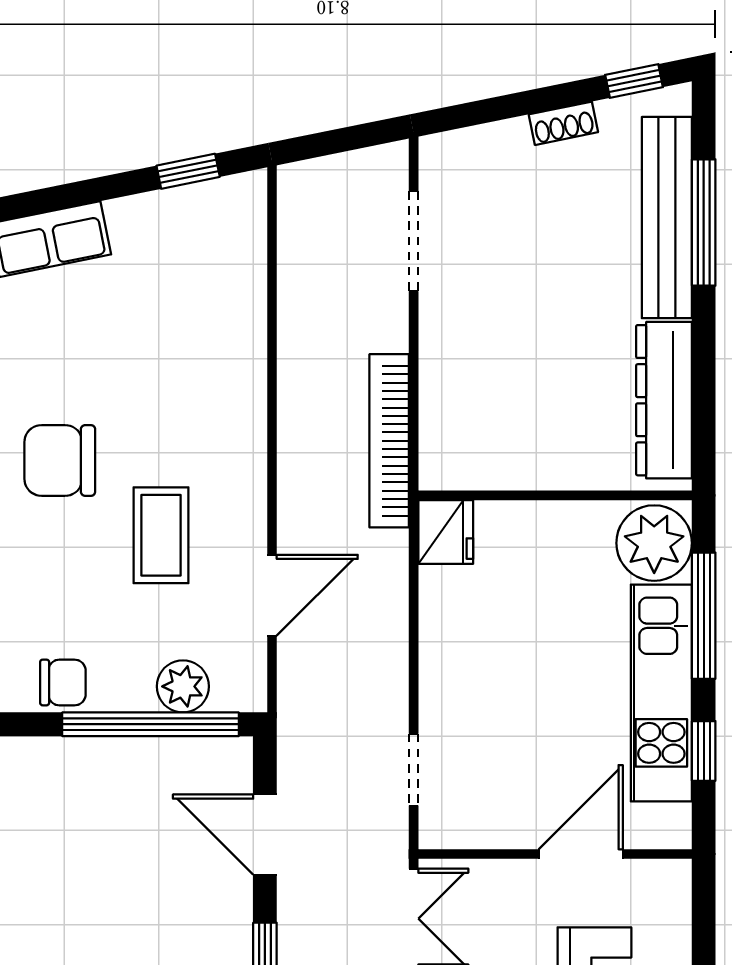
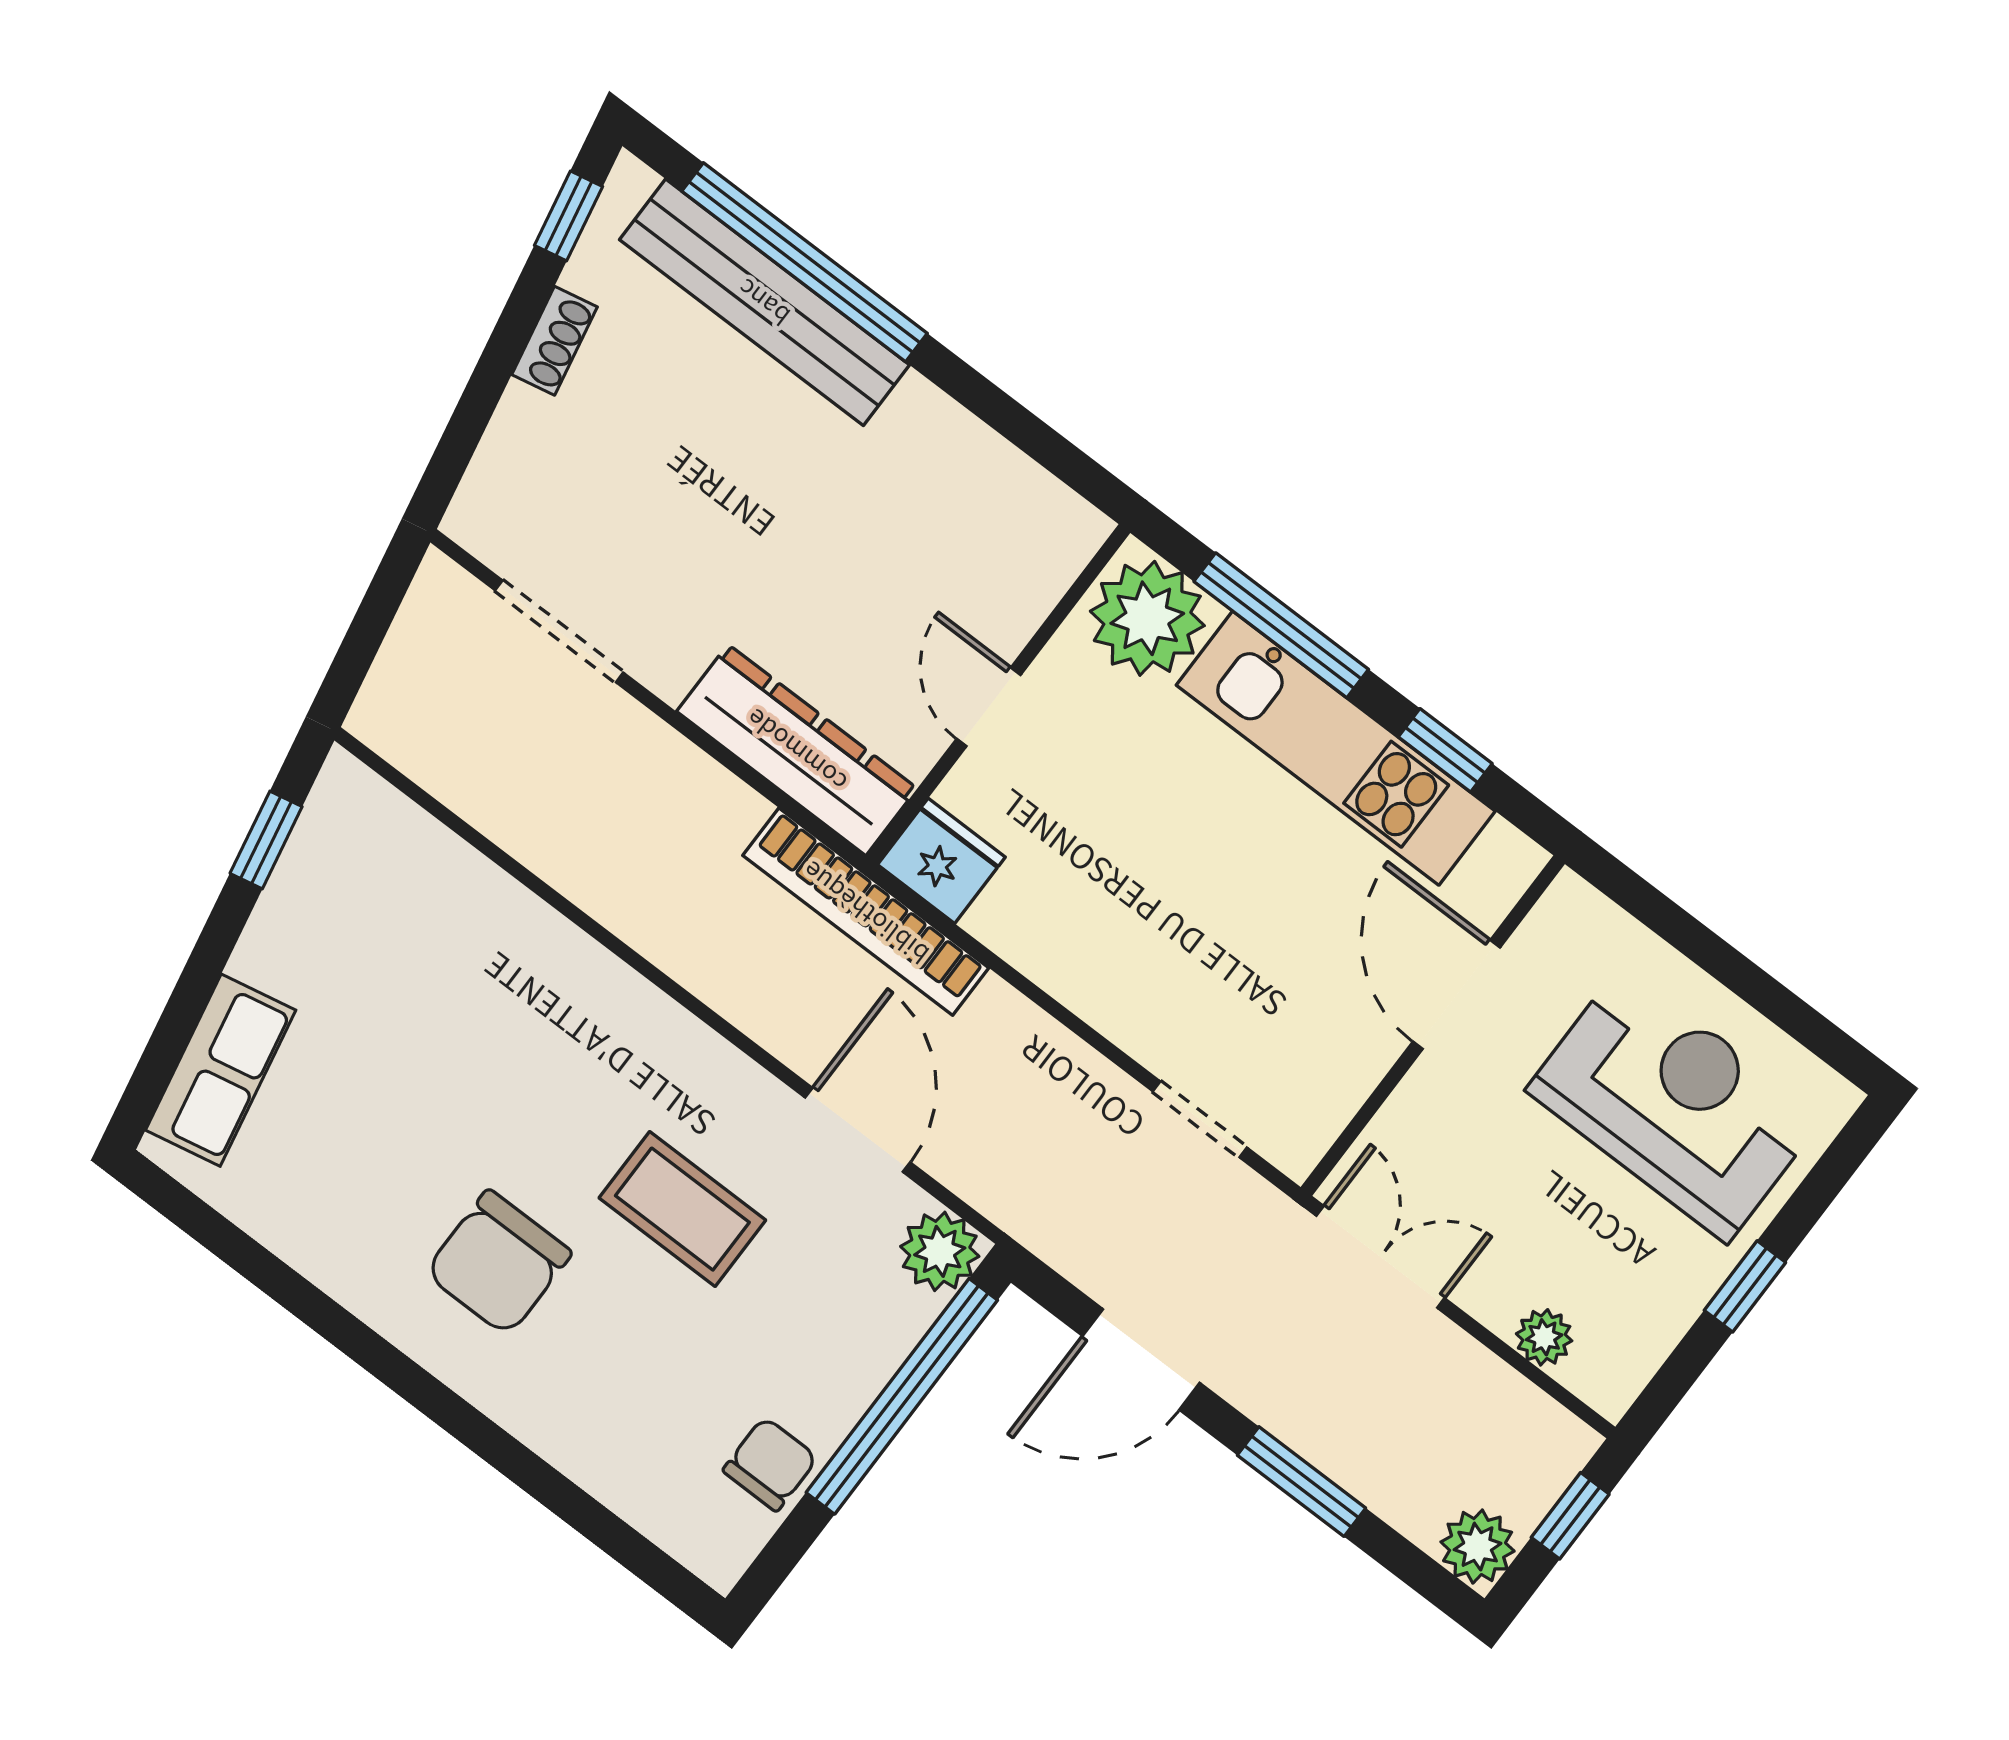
window: (704, 223) -> (804, 262), width x1.46
dresser: (664, 400) -> (797, 750), moved, turned 180
bookcase: (389, 441) -> (866, 912), moved
door: (545, 495) -> (989, 707), added
plant: (183, 686) -> (940, 1251), moved

